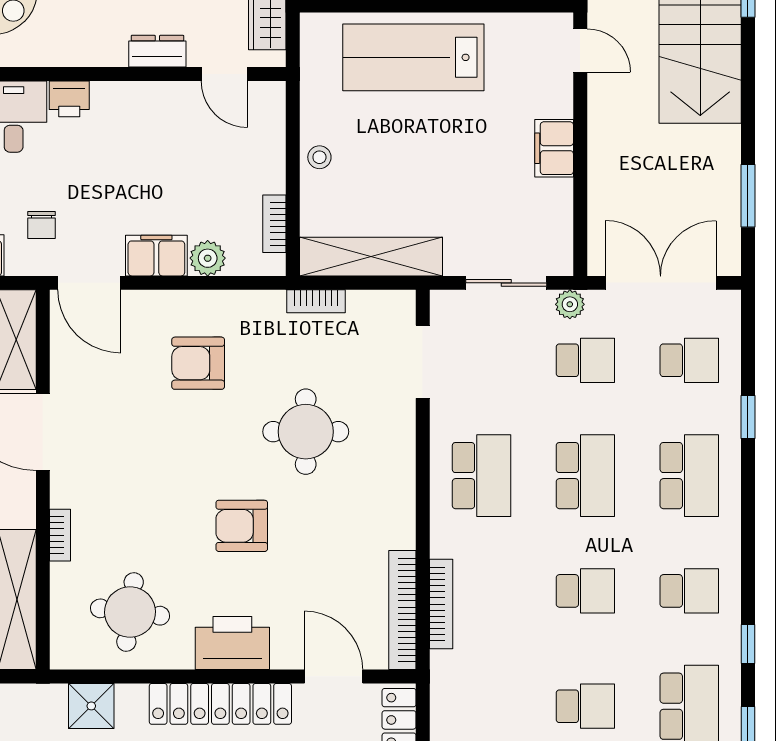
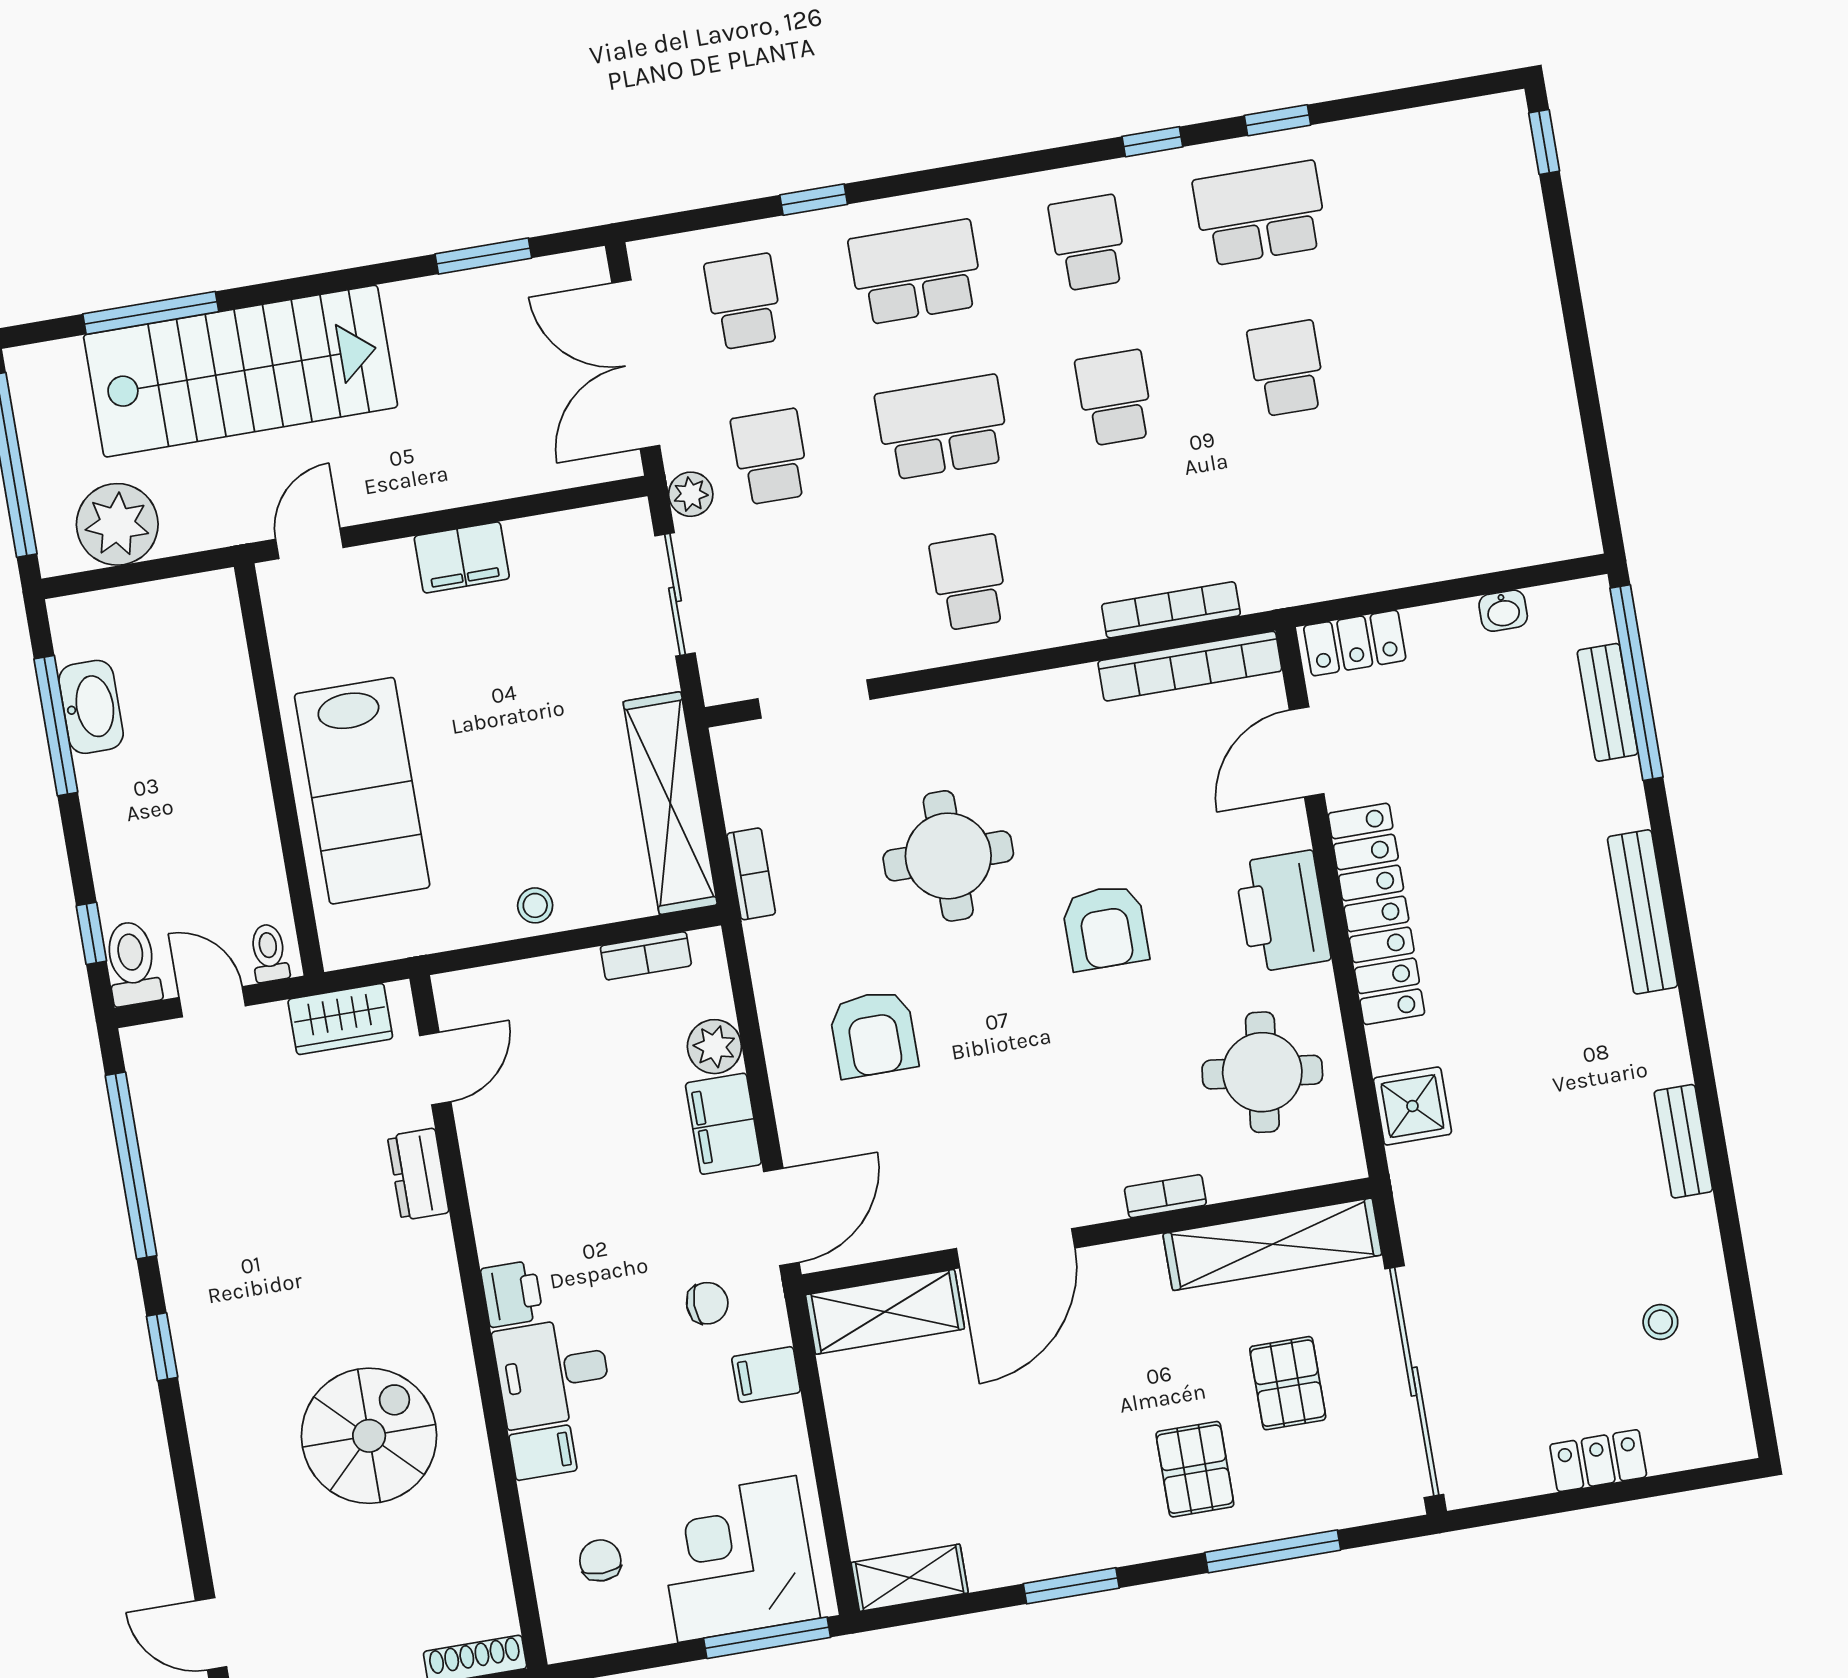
school desk: (481, 476) -> (969, 582), width x0.54

